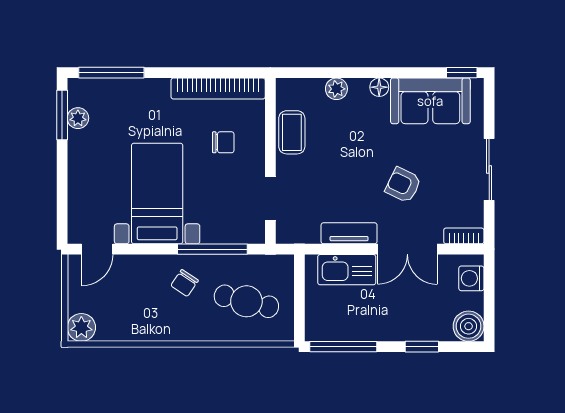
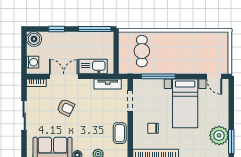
plant: (78, 118) -> (219, 135), width x1.88, depth x1.88
tv unit: (349, 233) -> (108, 84), moved
door: (97, 249) -> (214, 76), swing flipped
chair: (185, 283) -> (172, 60), removed
cafe table: (246, 301) -> (142, 51), turned 76
plant: (81, 327) -> (222, 38), removed

